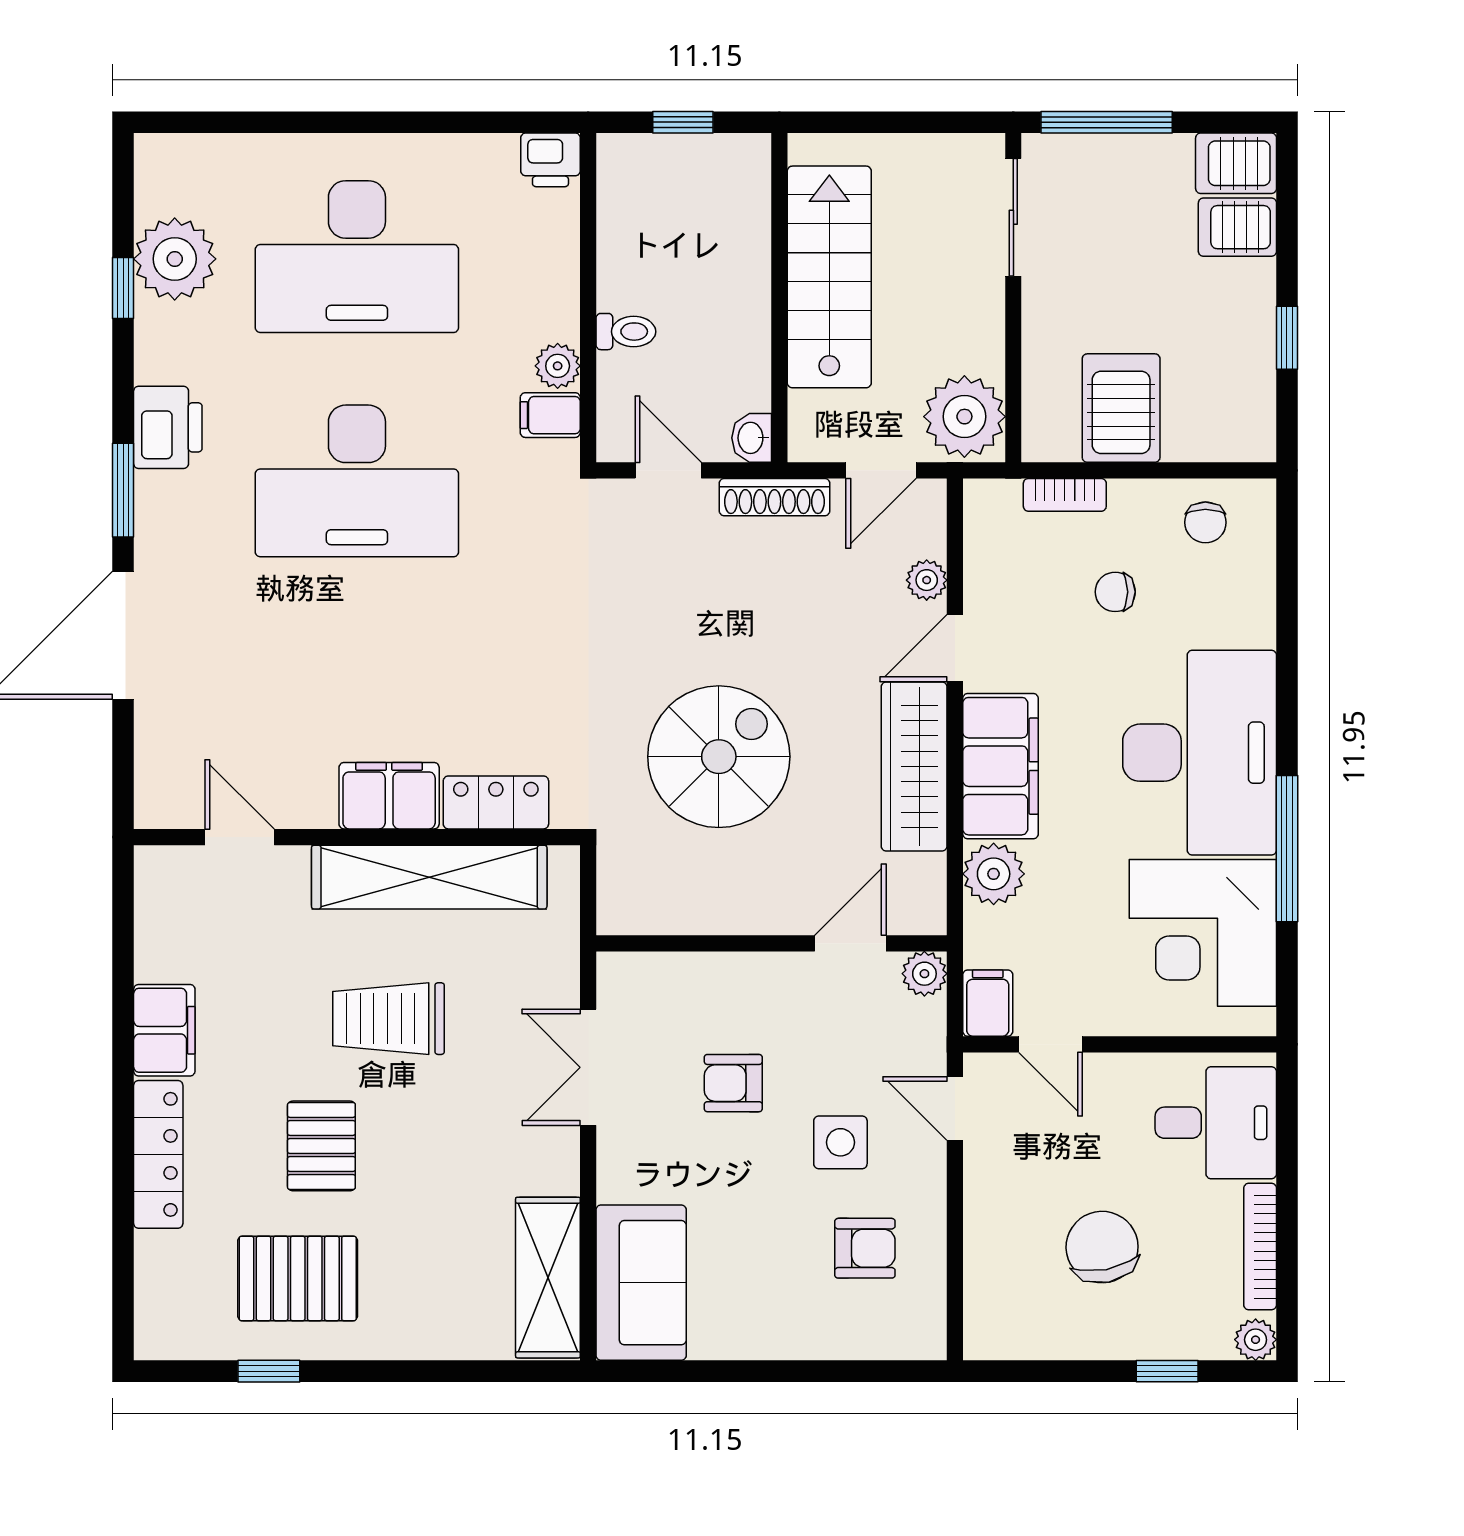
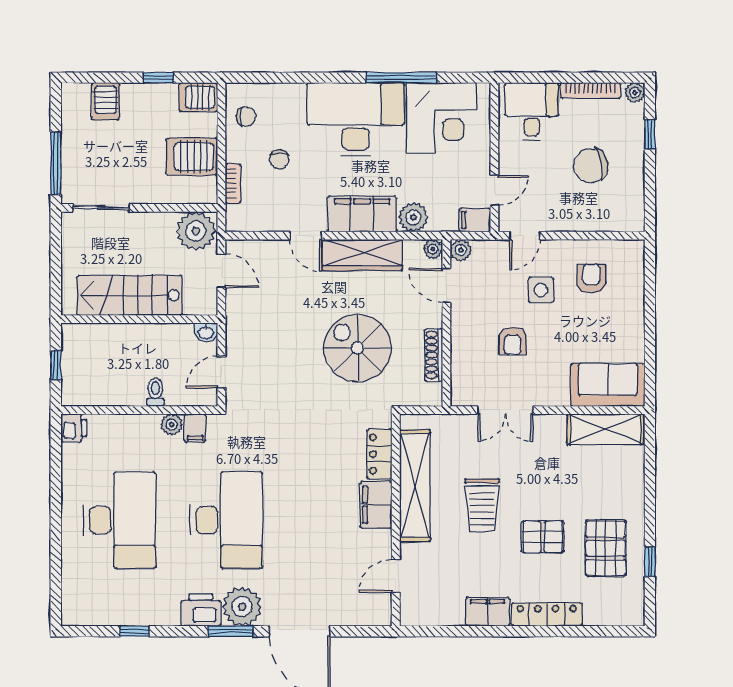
server rack: (1236, 163) -> (198, 97), moved, turned 90
plant: (175, 259) -> (242, 607), moved
shoe rack: (774, 497) -> (434, 355), moved, turned 180
plant: (927, 580) -> (433, 249), moved

